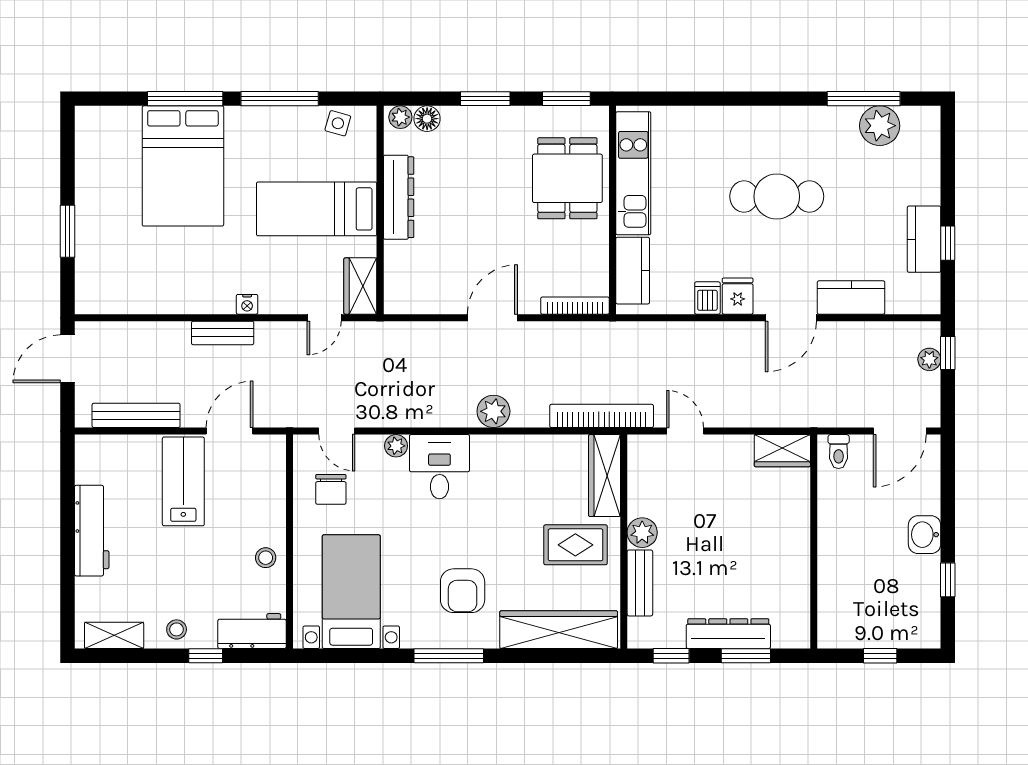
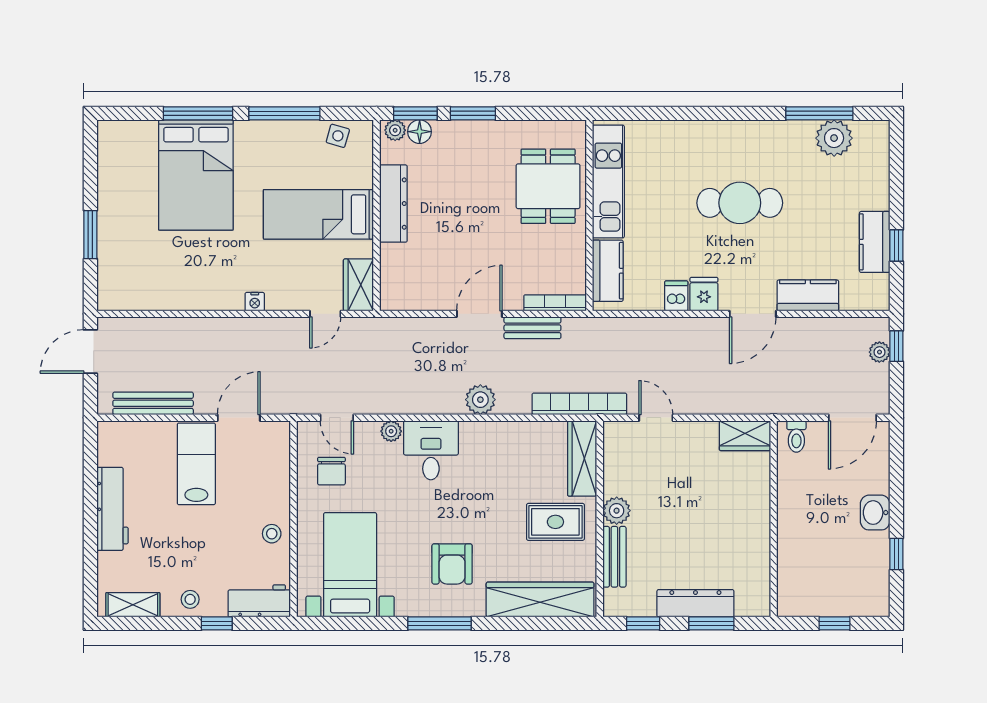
window: (566, 99) -> (415, 113), moved
bench: (223, 333) -> (532, 328), moved

